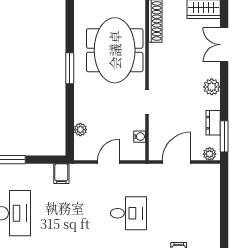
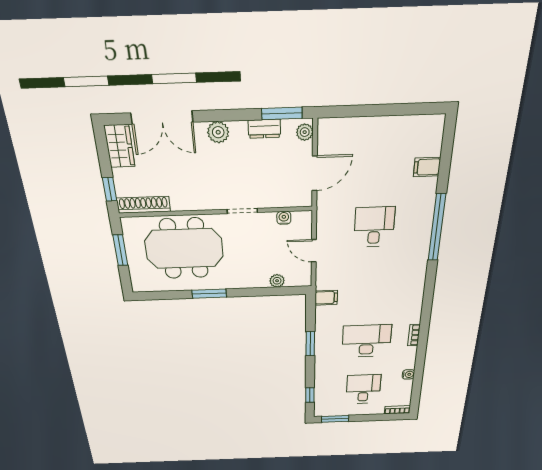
double door: (224, 45) -> (162, 118), width x1.37
door: (177, 162) -> (315, 173), swing flipped

